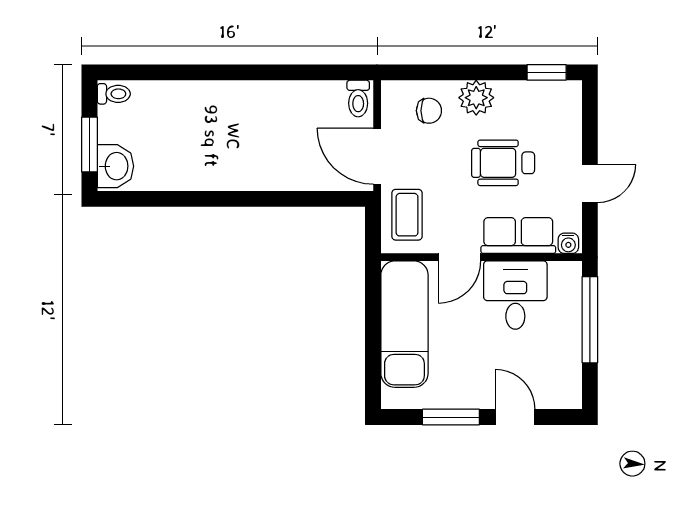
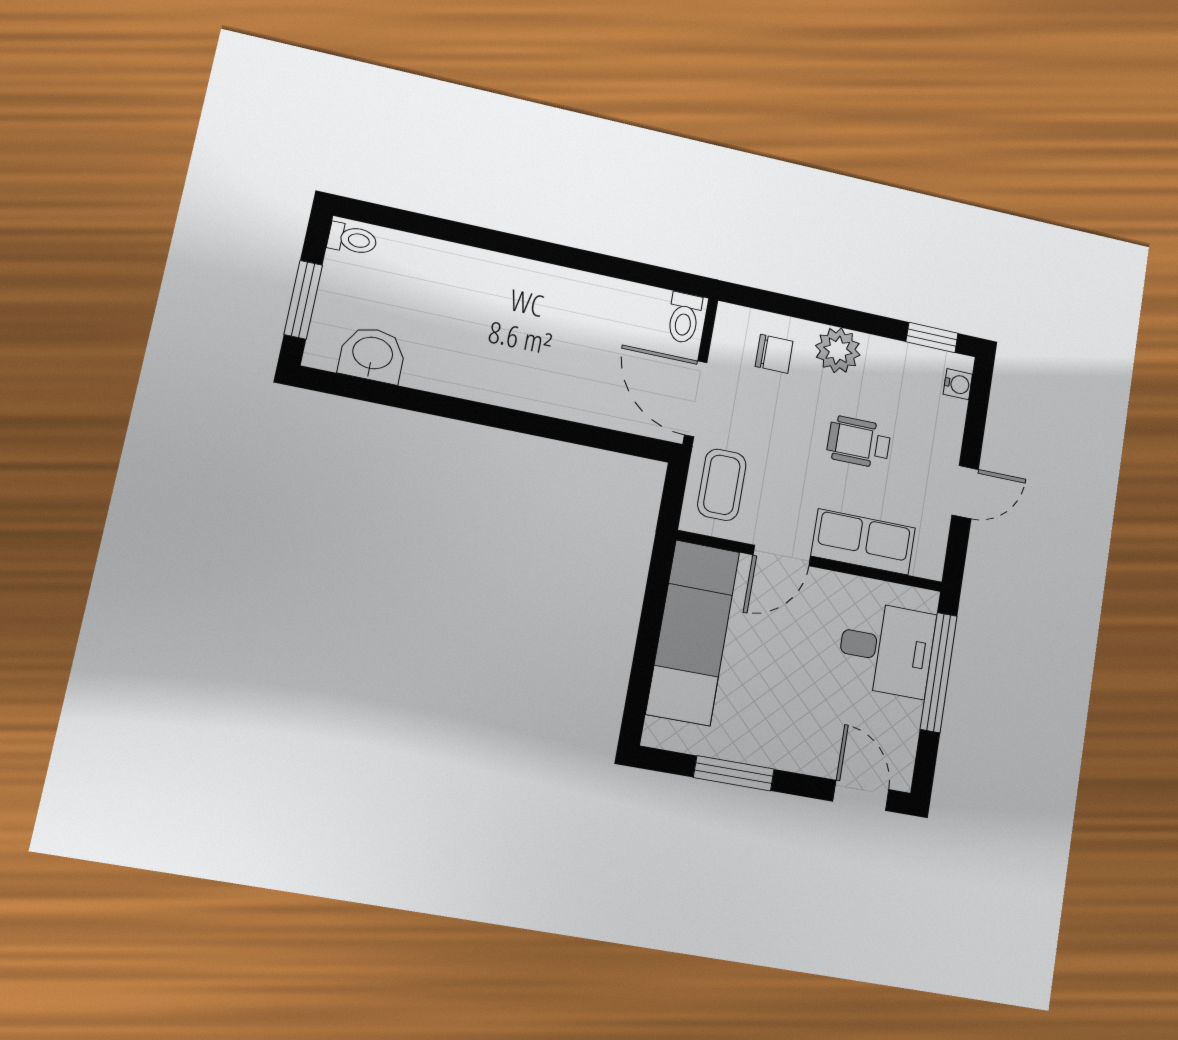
wheelchair: (503, 163) -> (859, 442), width x0.73, depth x0.73
washbasin: (115, 166) -> (372, 354), moved, turned -90
water cooler: (568, 243) -> (958, 384), moved, turned -90
desk: (515, 295) -> (886, 649), moved, turned 90
door: (515, 417) -> (861, 795), moved

